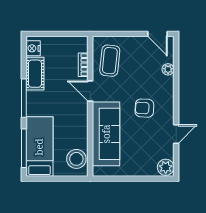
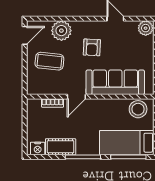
coffee table: (110, 61) -> (49, 61), moved
plant: (168, 69) -> (61, 31), width x1.87, depth x1.87

